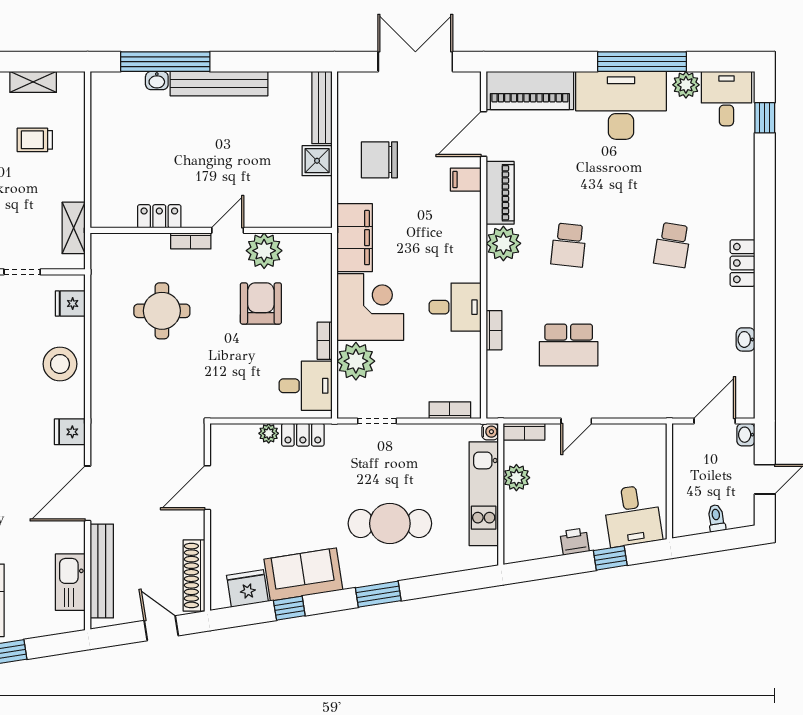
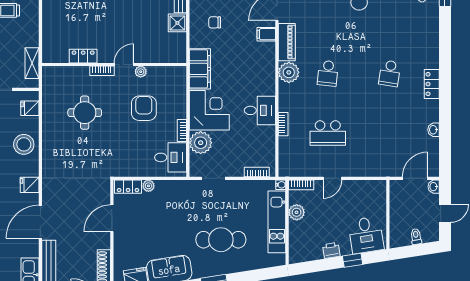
chair: (379, 160) -> (215, 22), width x0.54, depth x0.54
plant: (264, 251) -> (141, 72), width x0.53, depth x0.53
locker: (303, 435) -> (128, 187), moved

